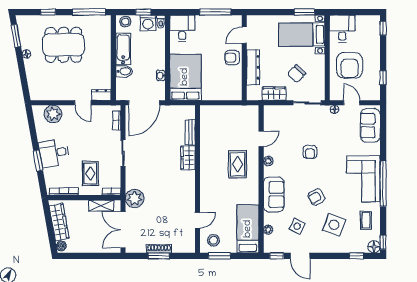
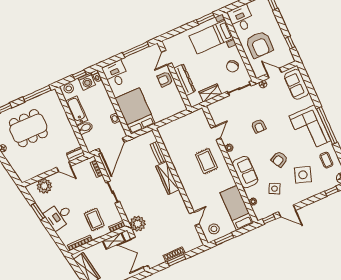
chair: (296, 74) -> (233, 66), moved
wardrobe: (188, 158) -> (167, 178), width x1.50
window: (38, 160) -> (38, 211), moved

